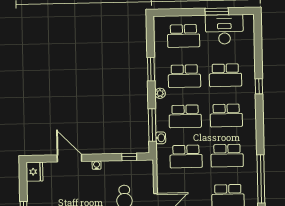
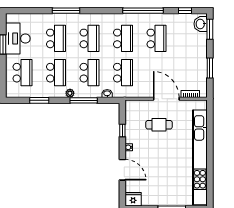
window: (151, 69) -> (39, 100), moved
window: (259, 86) -> (66, 11), width x2.17
window: (152, 125) -> (84, 100), moved
window: (129, 157) -> (122, 130), moved
door: (69, 158) -> (122, 170), swing flipped

